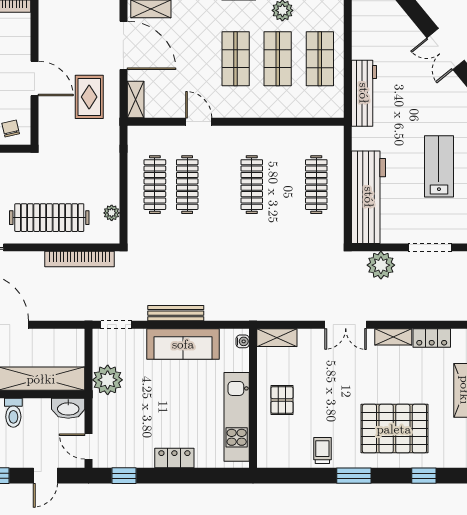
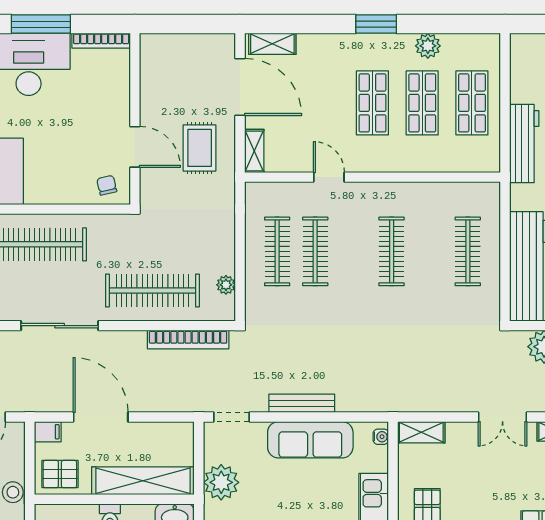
door: (34, 79) -> (135, 147), moved

